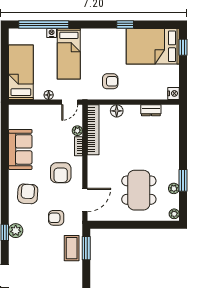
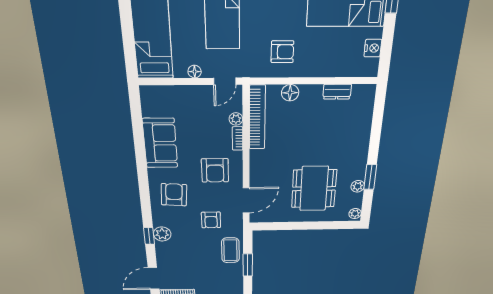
nightstand: (174, 93) -> (373, 48), moved
armchair: (56, 218) -> (211, 220), turned -90
window: (86, 248) -> (248, 265), moved

